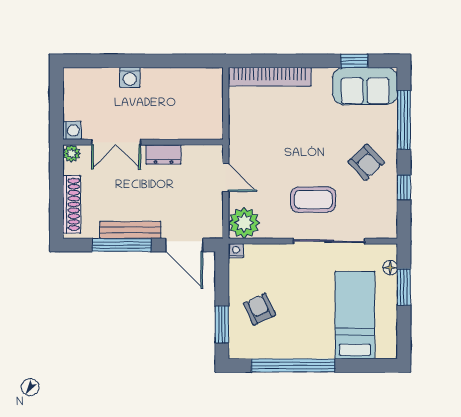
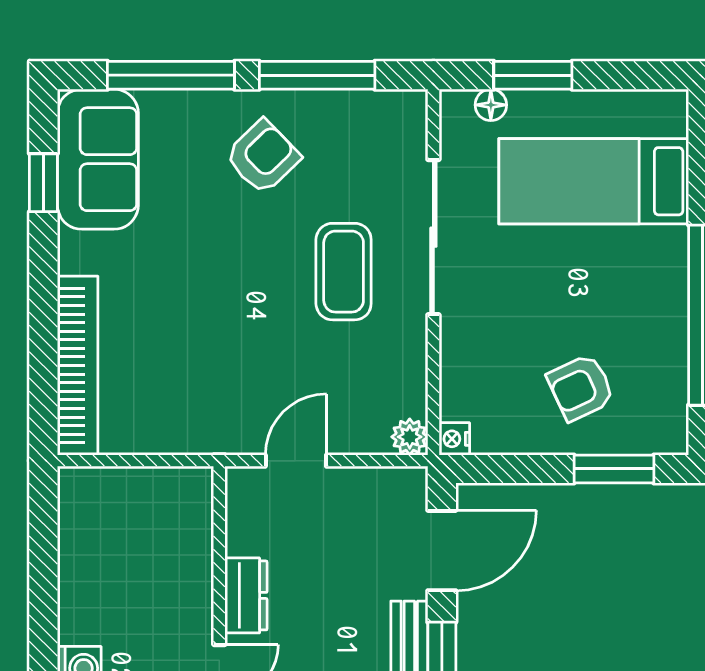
window: (404, 187) -> (317, 75), width x2.17
plant: (244, 223) -> (410, 437), width x0.53, depth x0.53

